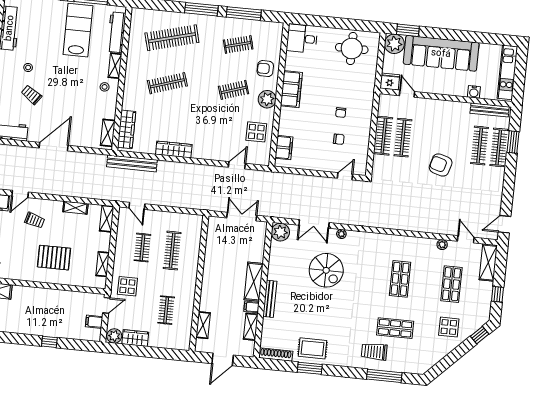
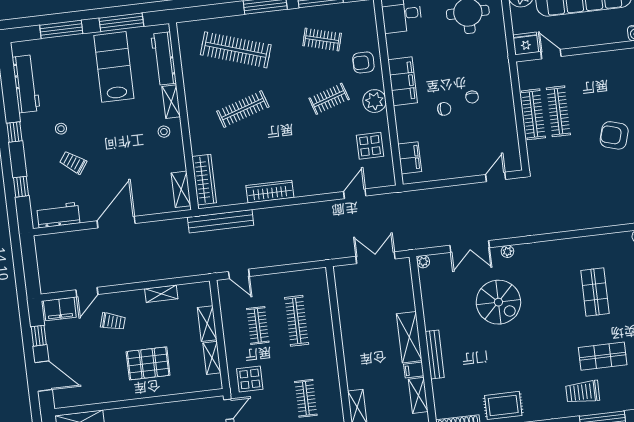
clothes rail: (172, 38) -> (236, 50), turned 33
clothes rail: (238, 44) -> (322, 40), turned 30
chair: (339, 139) -> (444, 109), moved
shelving: (107, 219) -> (207, 324), moved
plant: (280, 232) -> (423, 262), width x0.53, depth x0.53

